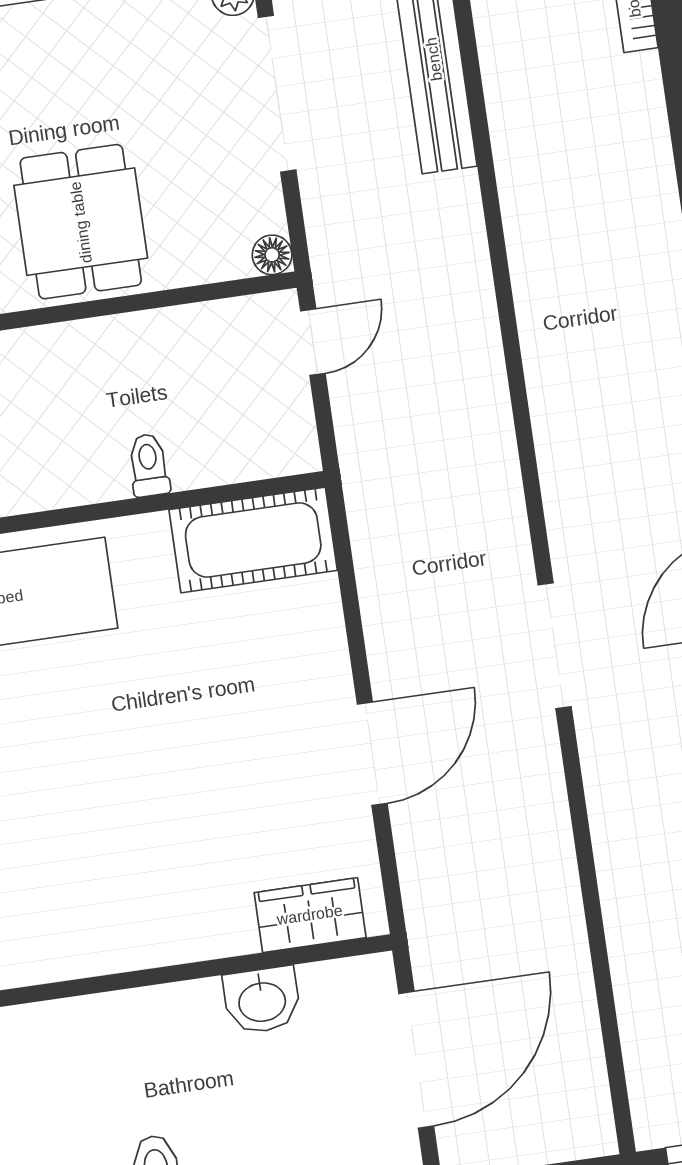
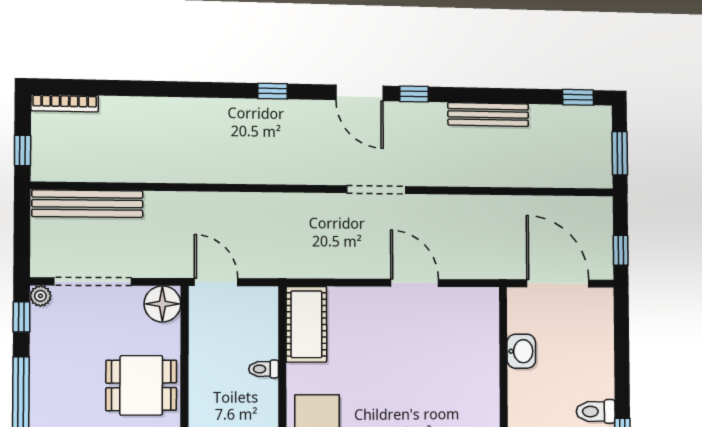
floor lamp: (272, 255) -> (162, 304), width x1.89, depth x1.89
door: (313, 342) -> (216, 282), width x1.38
wardrobe: (310, 915) -> (485, 323), removed

